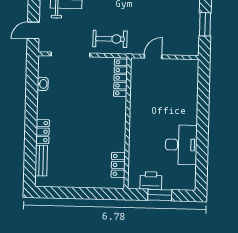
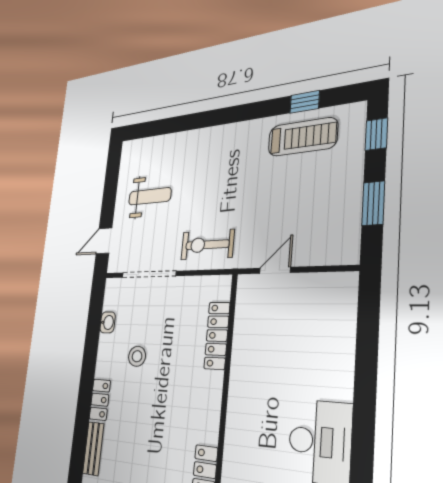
exercise bike: (110, 39) -> (207, 245), turned 180
locker: (121, 78) -> (217, 335), moved
stool: (67, 105) -> (137, 356), added

